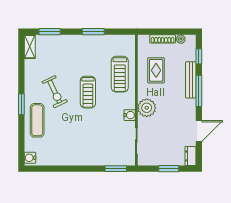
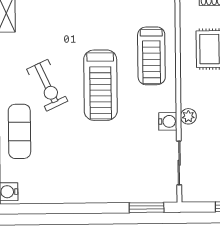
treadmill: (88, 92) -> (100, 85), width x1.37, depth x1.38
plant: (147, 108) -> (188, 116), width x0.53, depth x0.53

